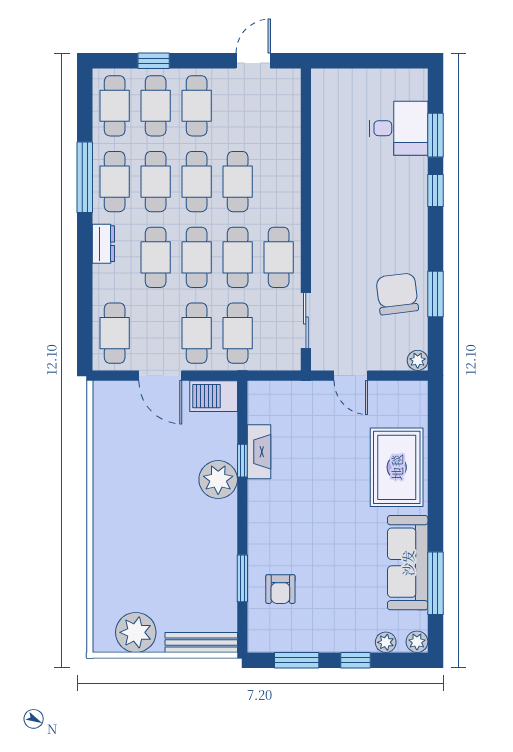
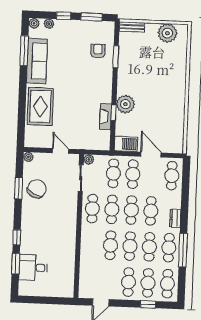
chair: (397, 294) -> (37, 189), turned -145
plant: (290, 360) -> (89, 159), added
bench: (201, 642) -> (132, 27), width x0.73

